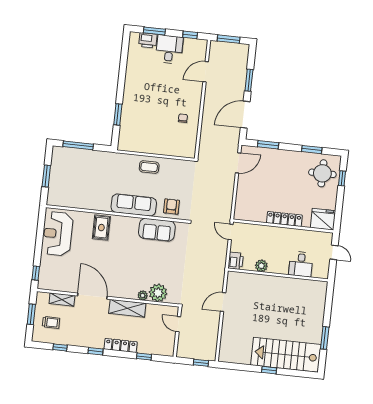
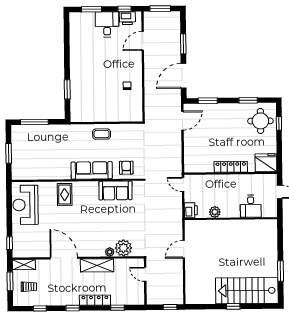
printer: (148, 40) -> (127, 18), moved
shelving: (62, 300) -> (24, 265), moved

